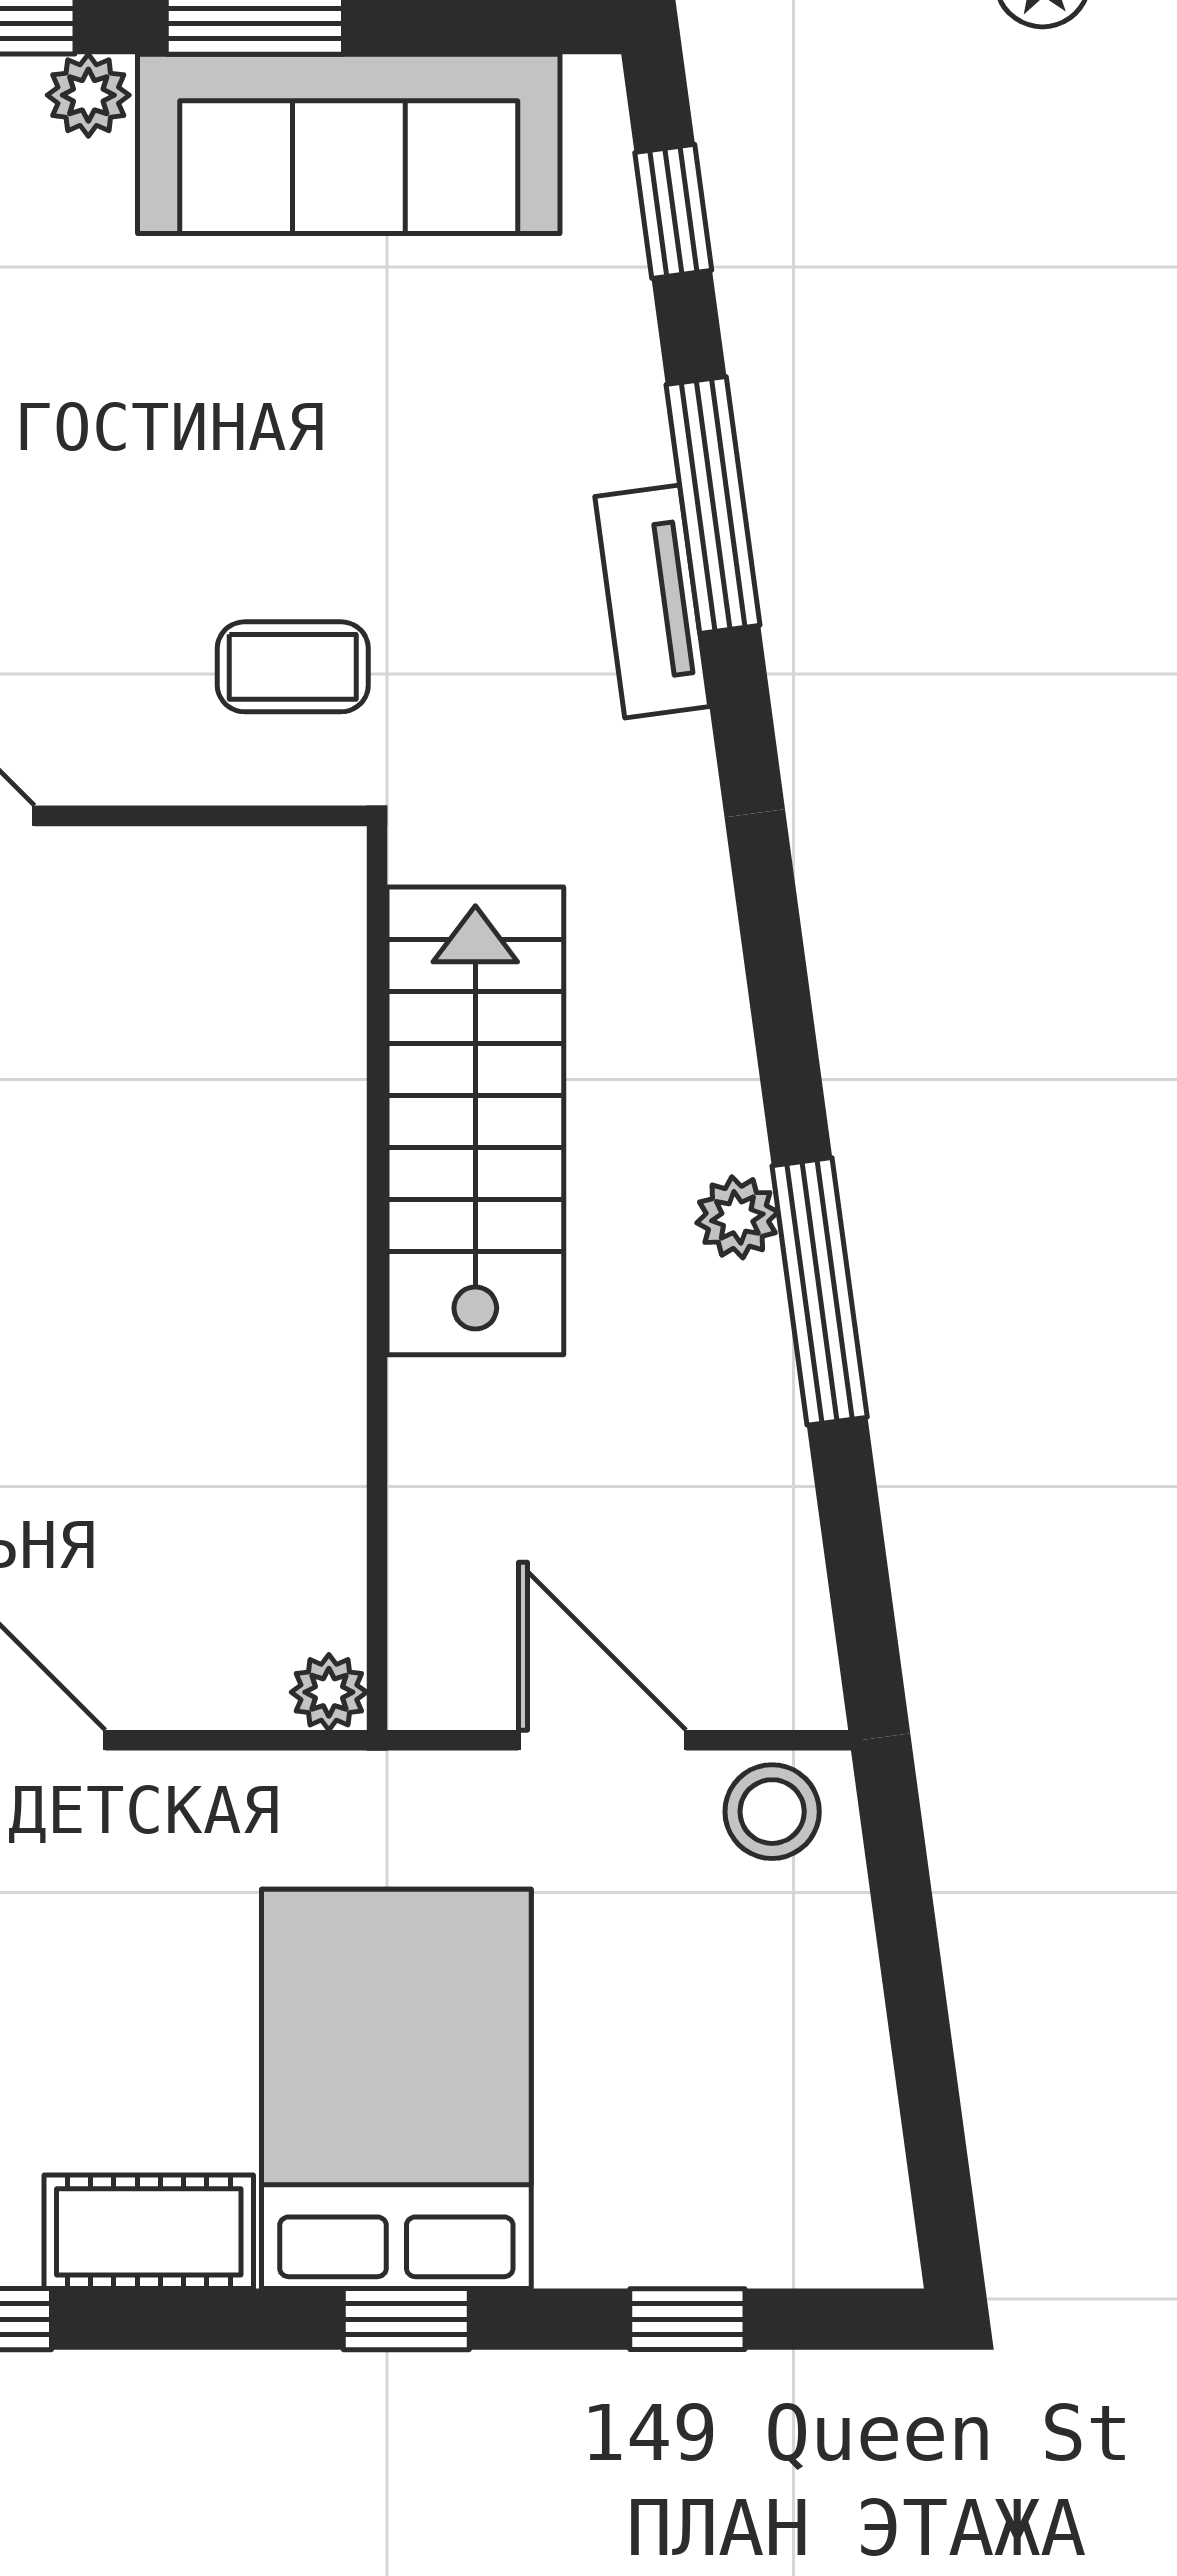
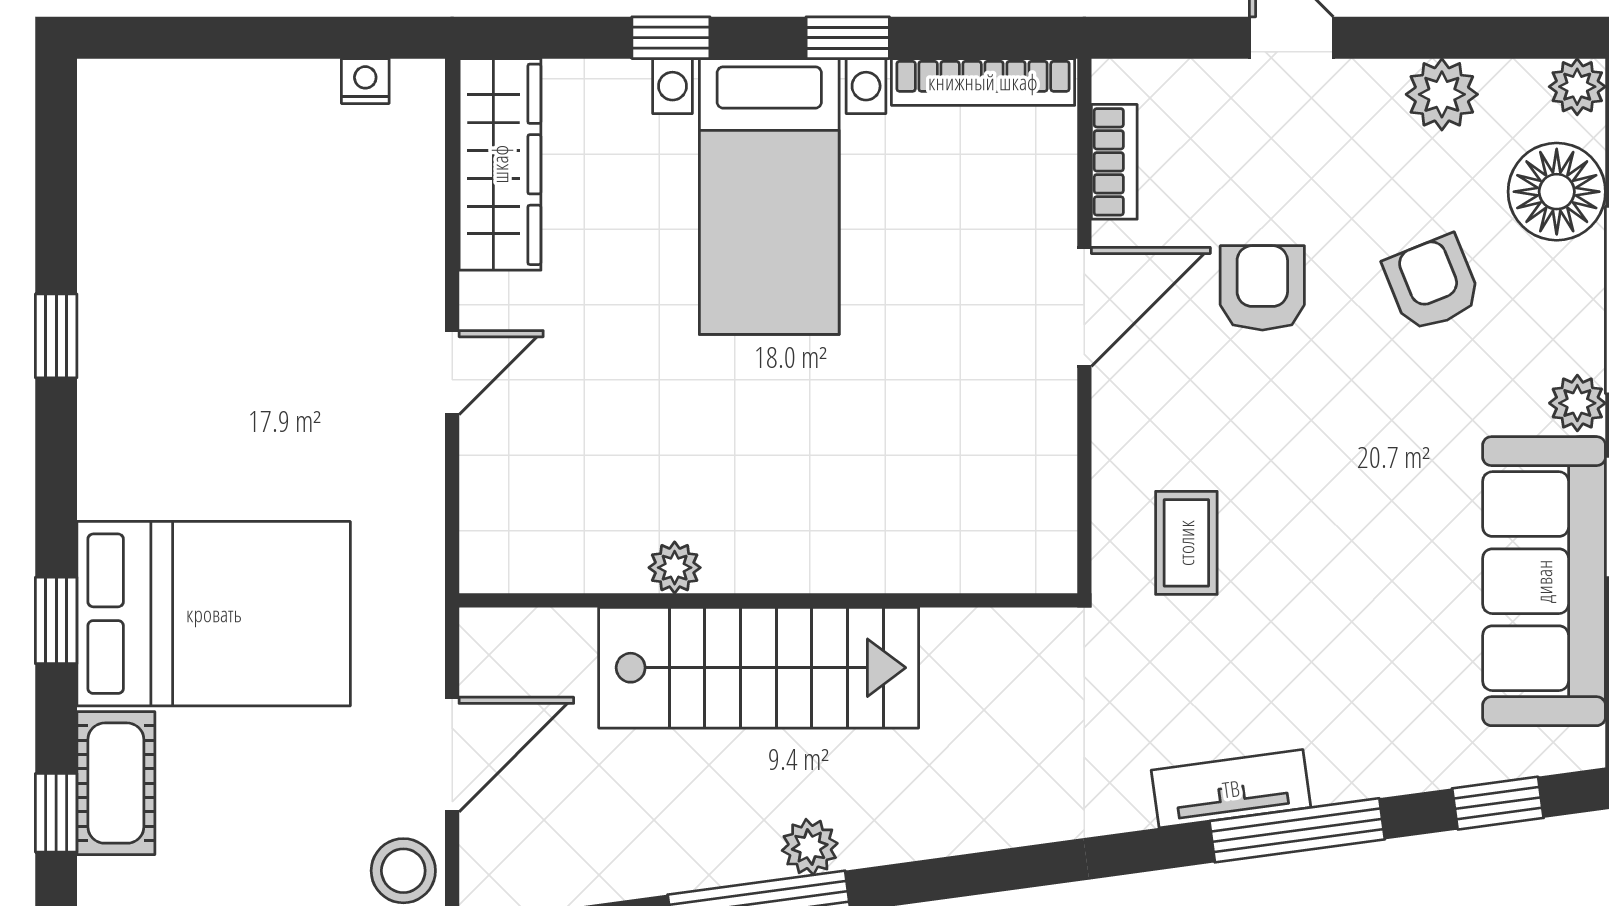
stairs: (475, 1121) -> (759, 668), moved
plant: (329, 1692) -> (675, 568), moved
cot: (149, 2232) -> (116, 783), moved

